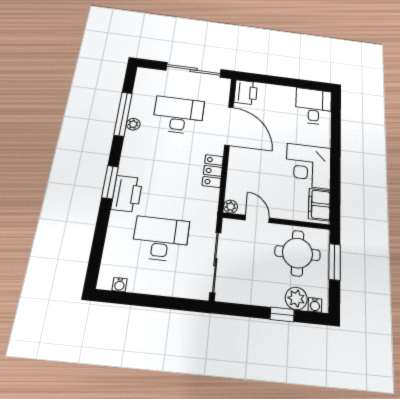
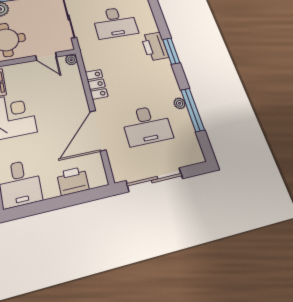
printer: (246, 92) -> (73, 181), moved, turned 90
door: (229, 126) -> (98, 131), hinge flipped

